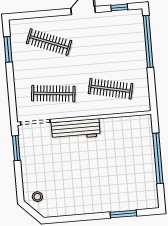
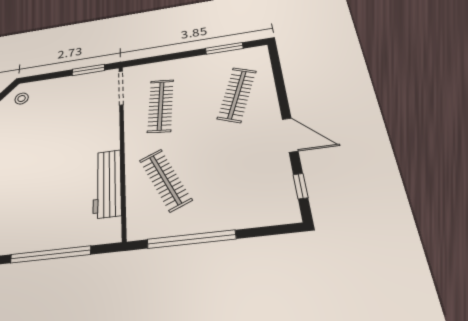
window: (148, 41) -> (191, 239), moved
clothes rail: (110, 89) -> (165, 180), turned -36
workbench: (76, 129) -> (107, 183), moved

